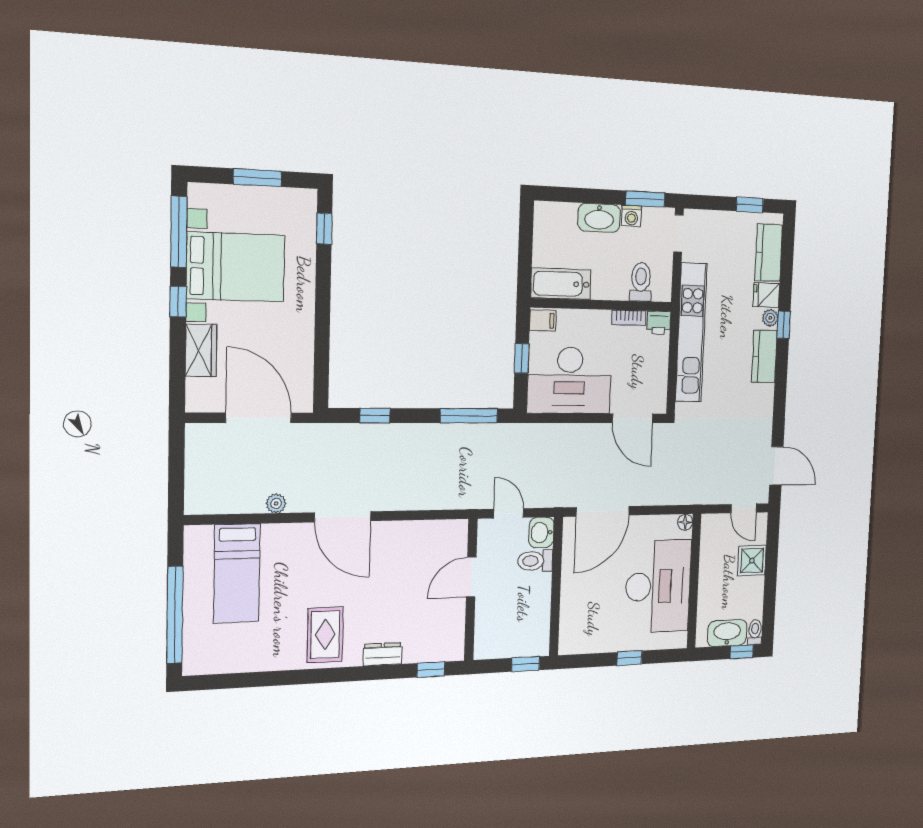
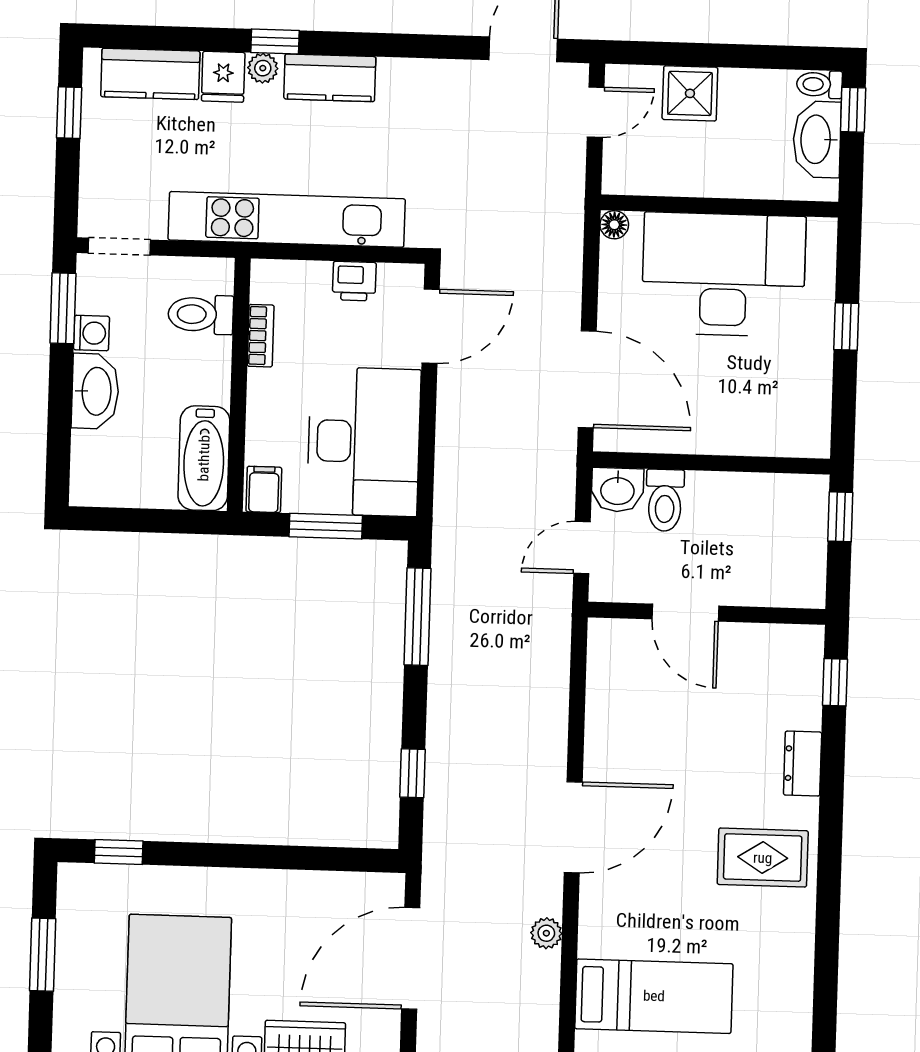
printer: (659, 323) -> (354, 281), moved, turned 90
window: (522, 358) -> (326, 526), width x1.50

